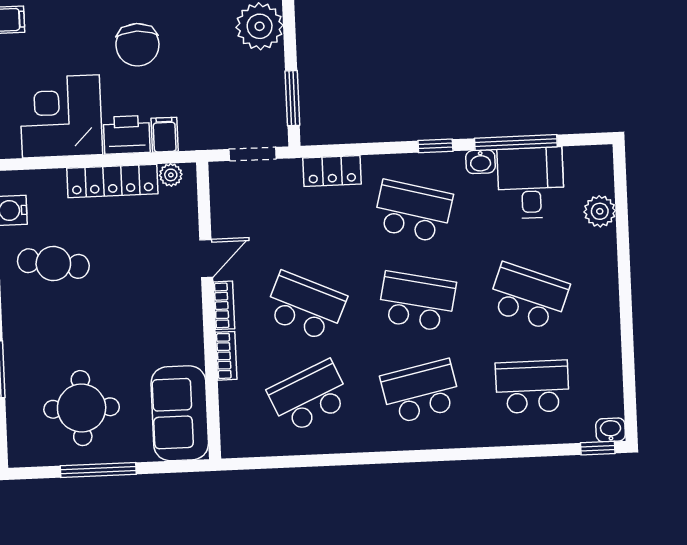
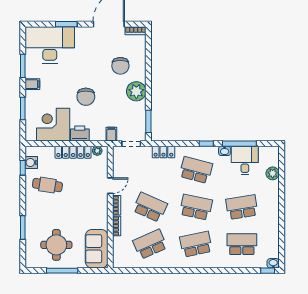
filing cabinet: (165, 135) -> (111, 134), moved
school desk: (528, 297) -> (242, 207), turned -30

